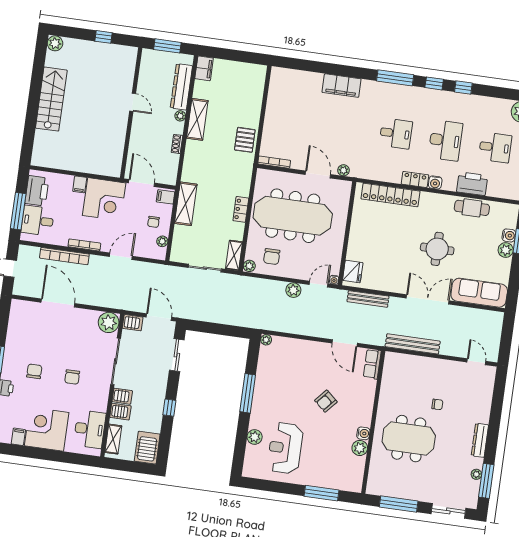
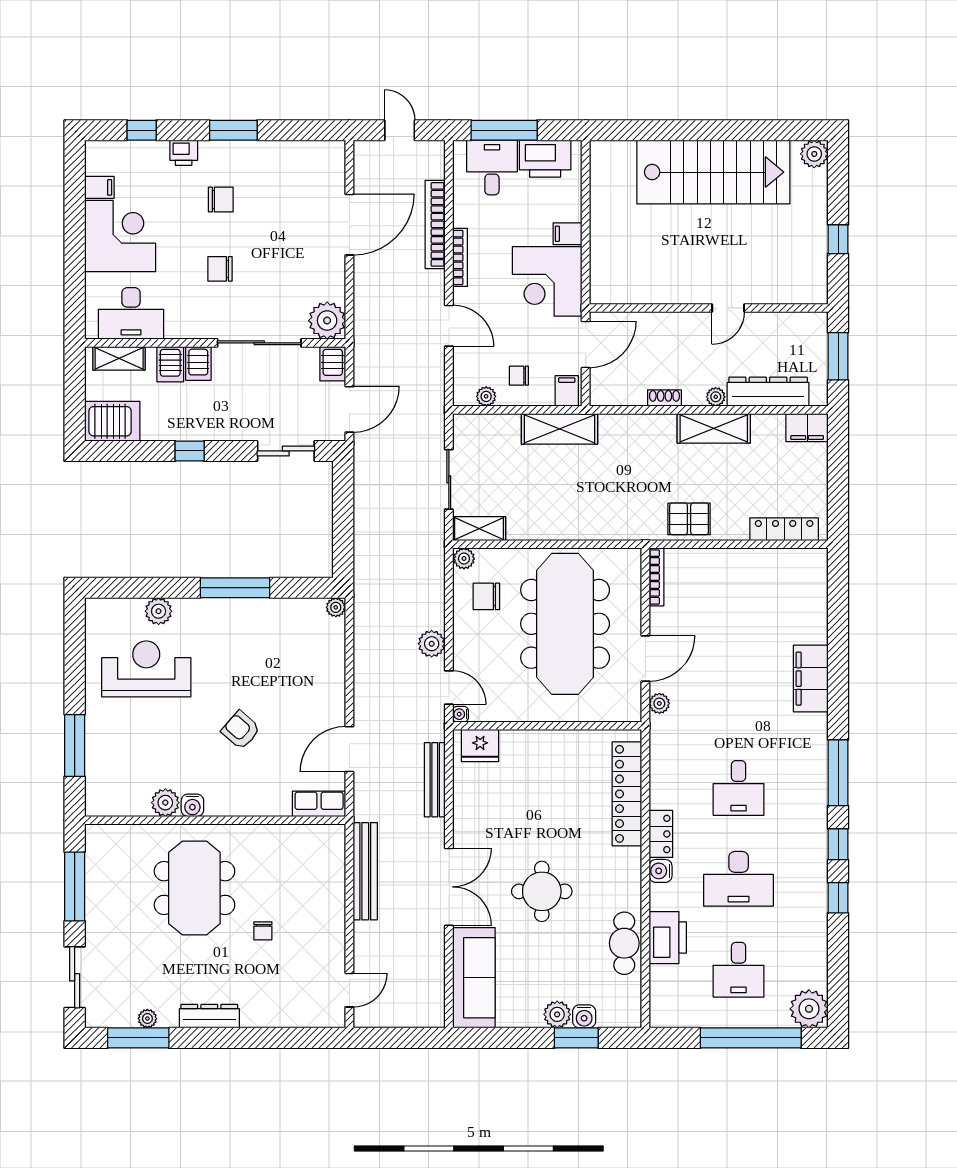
stairs: (51, 99) -> (713, 172), width x1.36, depth x1.51
locker: (241, 209) -> (784, 529), moved, width x1.53

